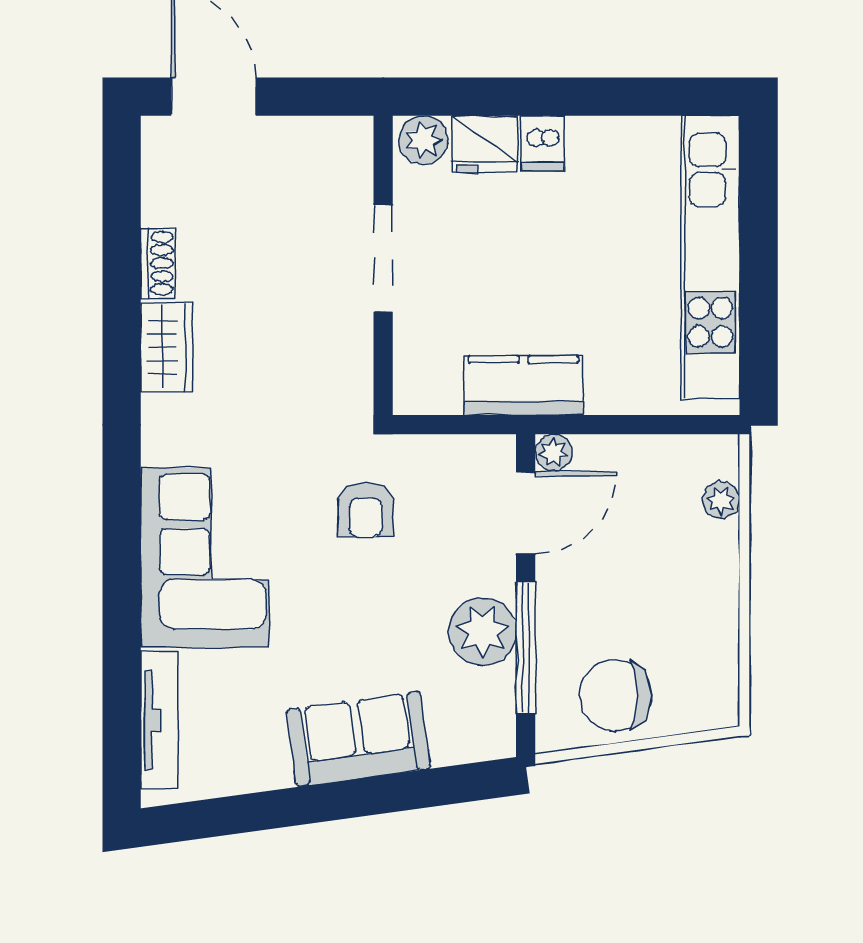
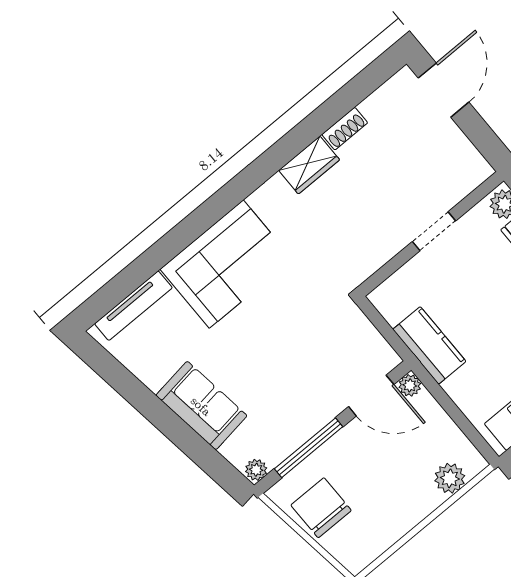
doorway: (383, 258) -> (434, 231), width x0.73
plant: (721, 500) -> (450, 478), width x1.38, depth x1.38
armchair: (366, 510) -> (311, 320), removed
plant: (482, 632) -> (256, 470), moved, width x0.53, depth x0.53

